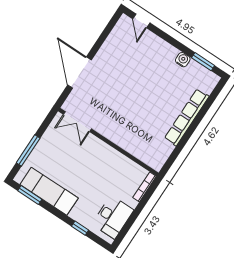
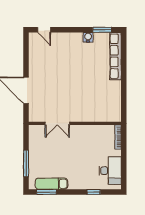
row of seats: (187, 117) -> (116, 56), moved
double door: (77, 122) -> (57, 123), moved
exam couch: (49, 191) -> (52, 184), width x0.73, depth x0.69

